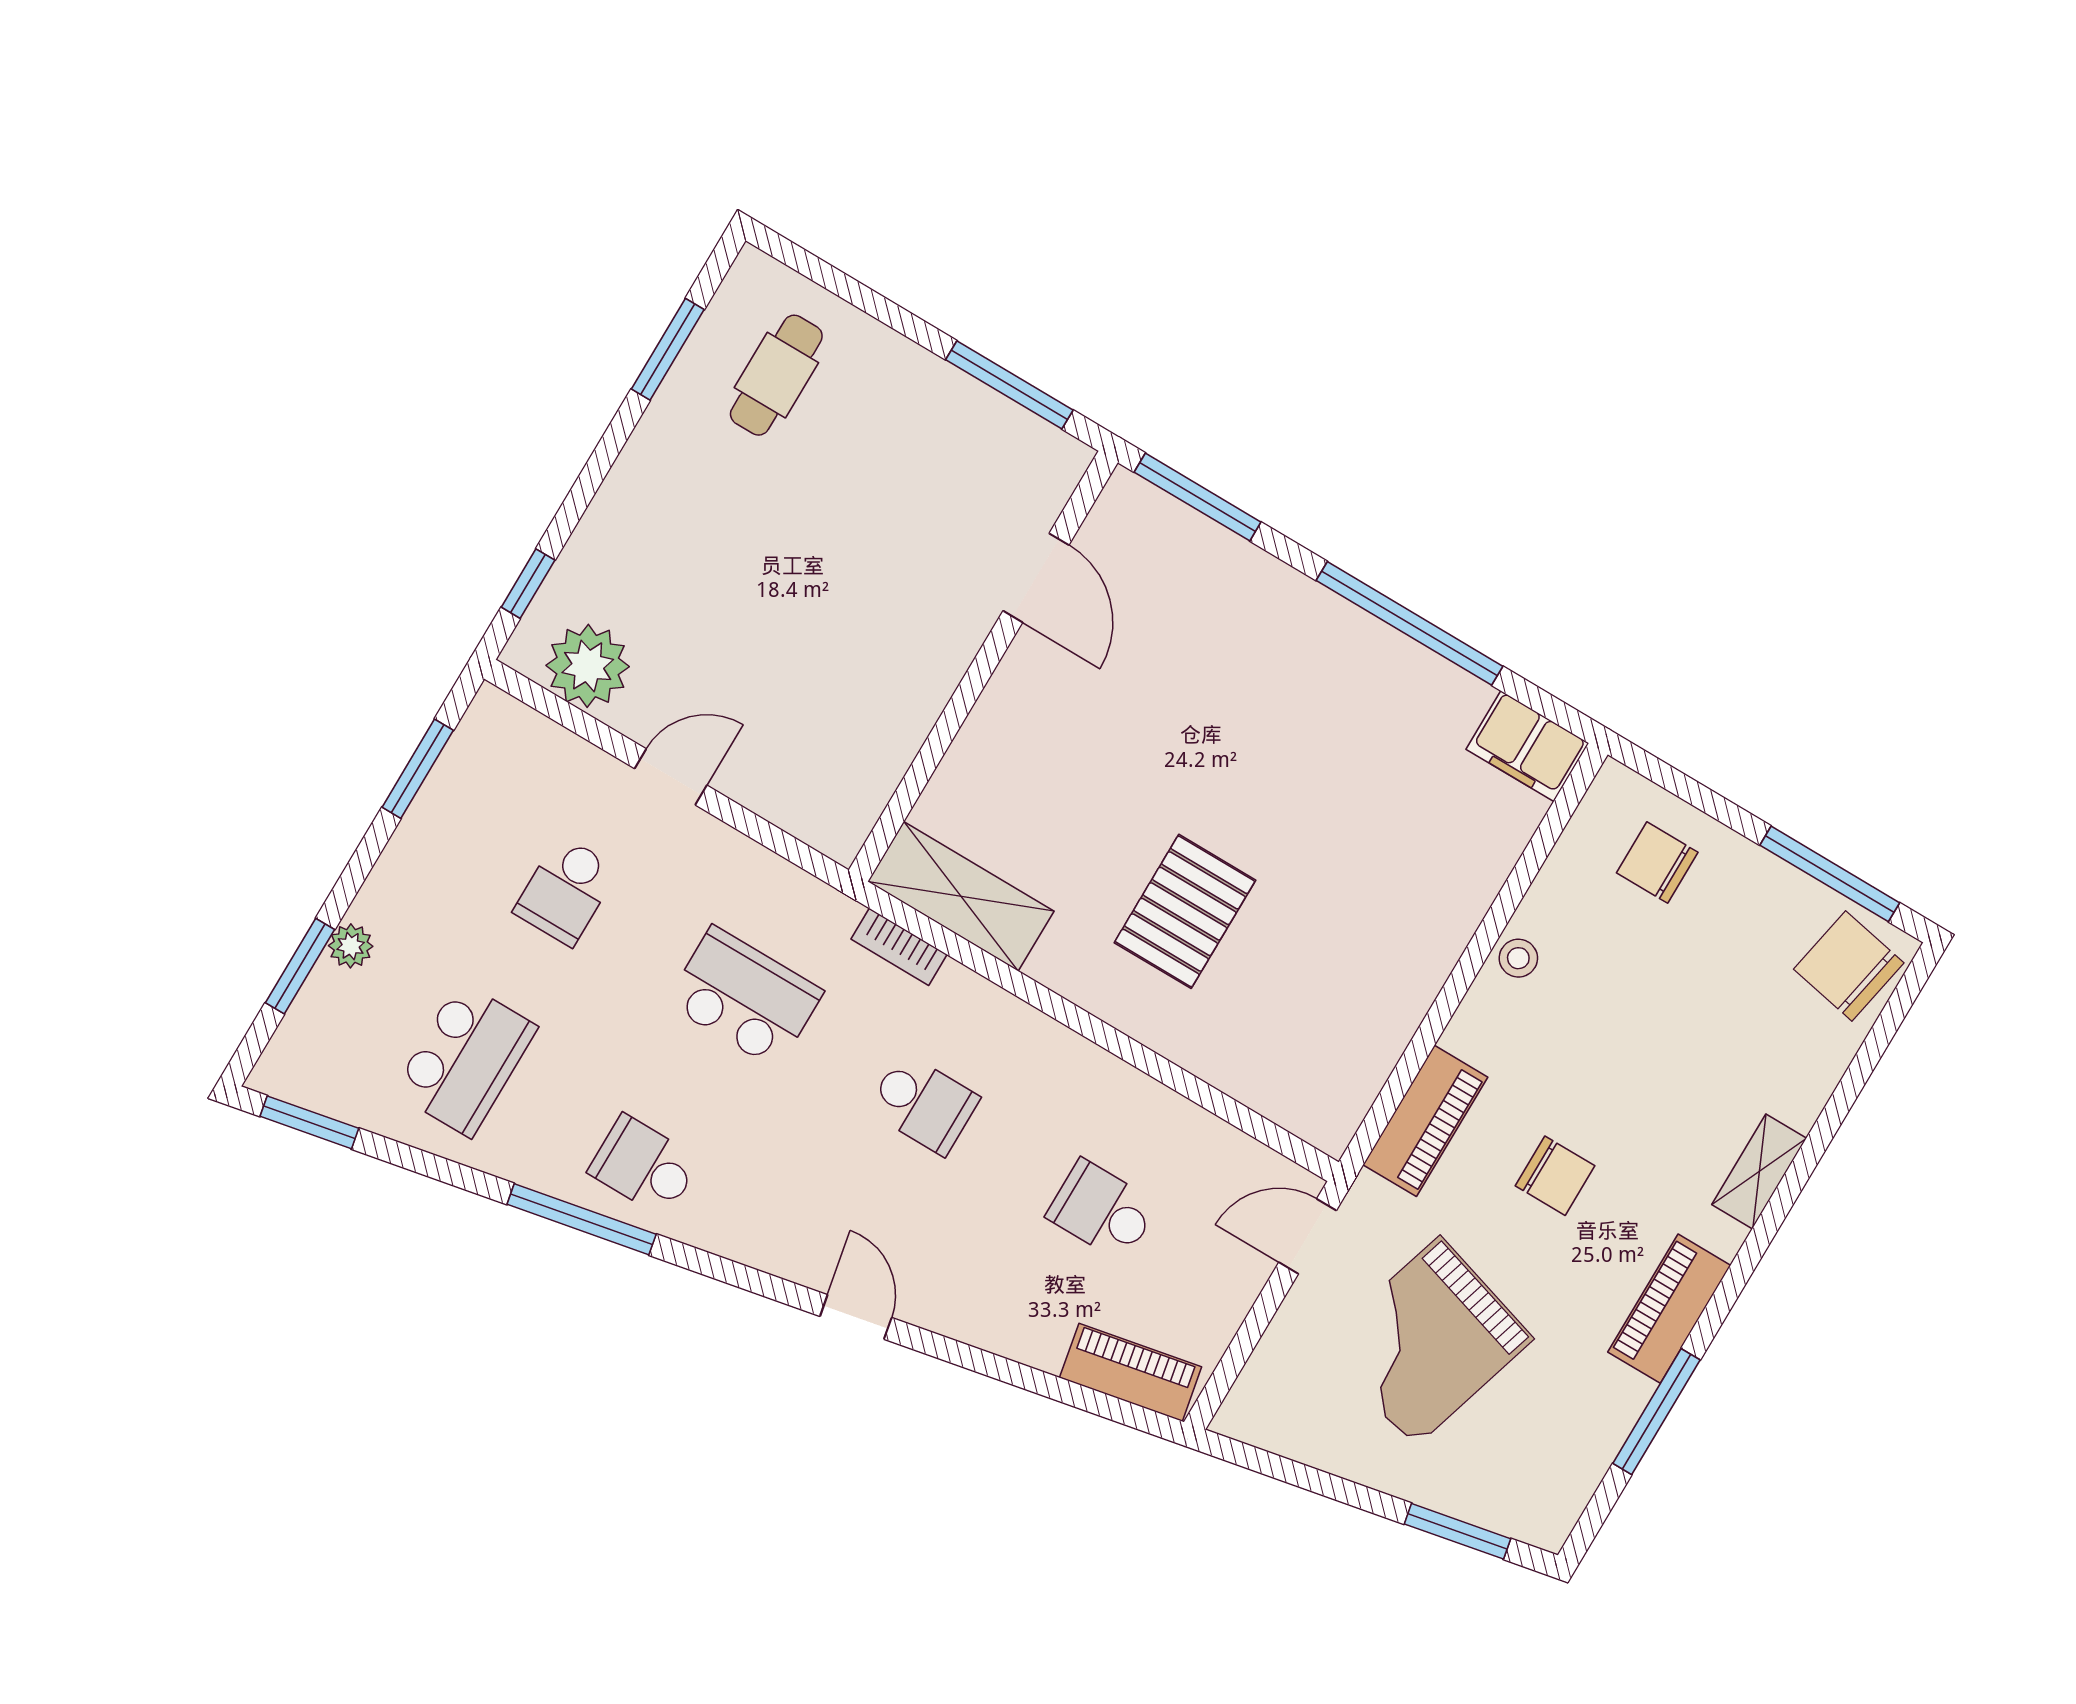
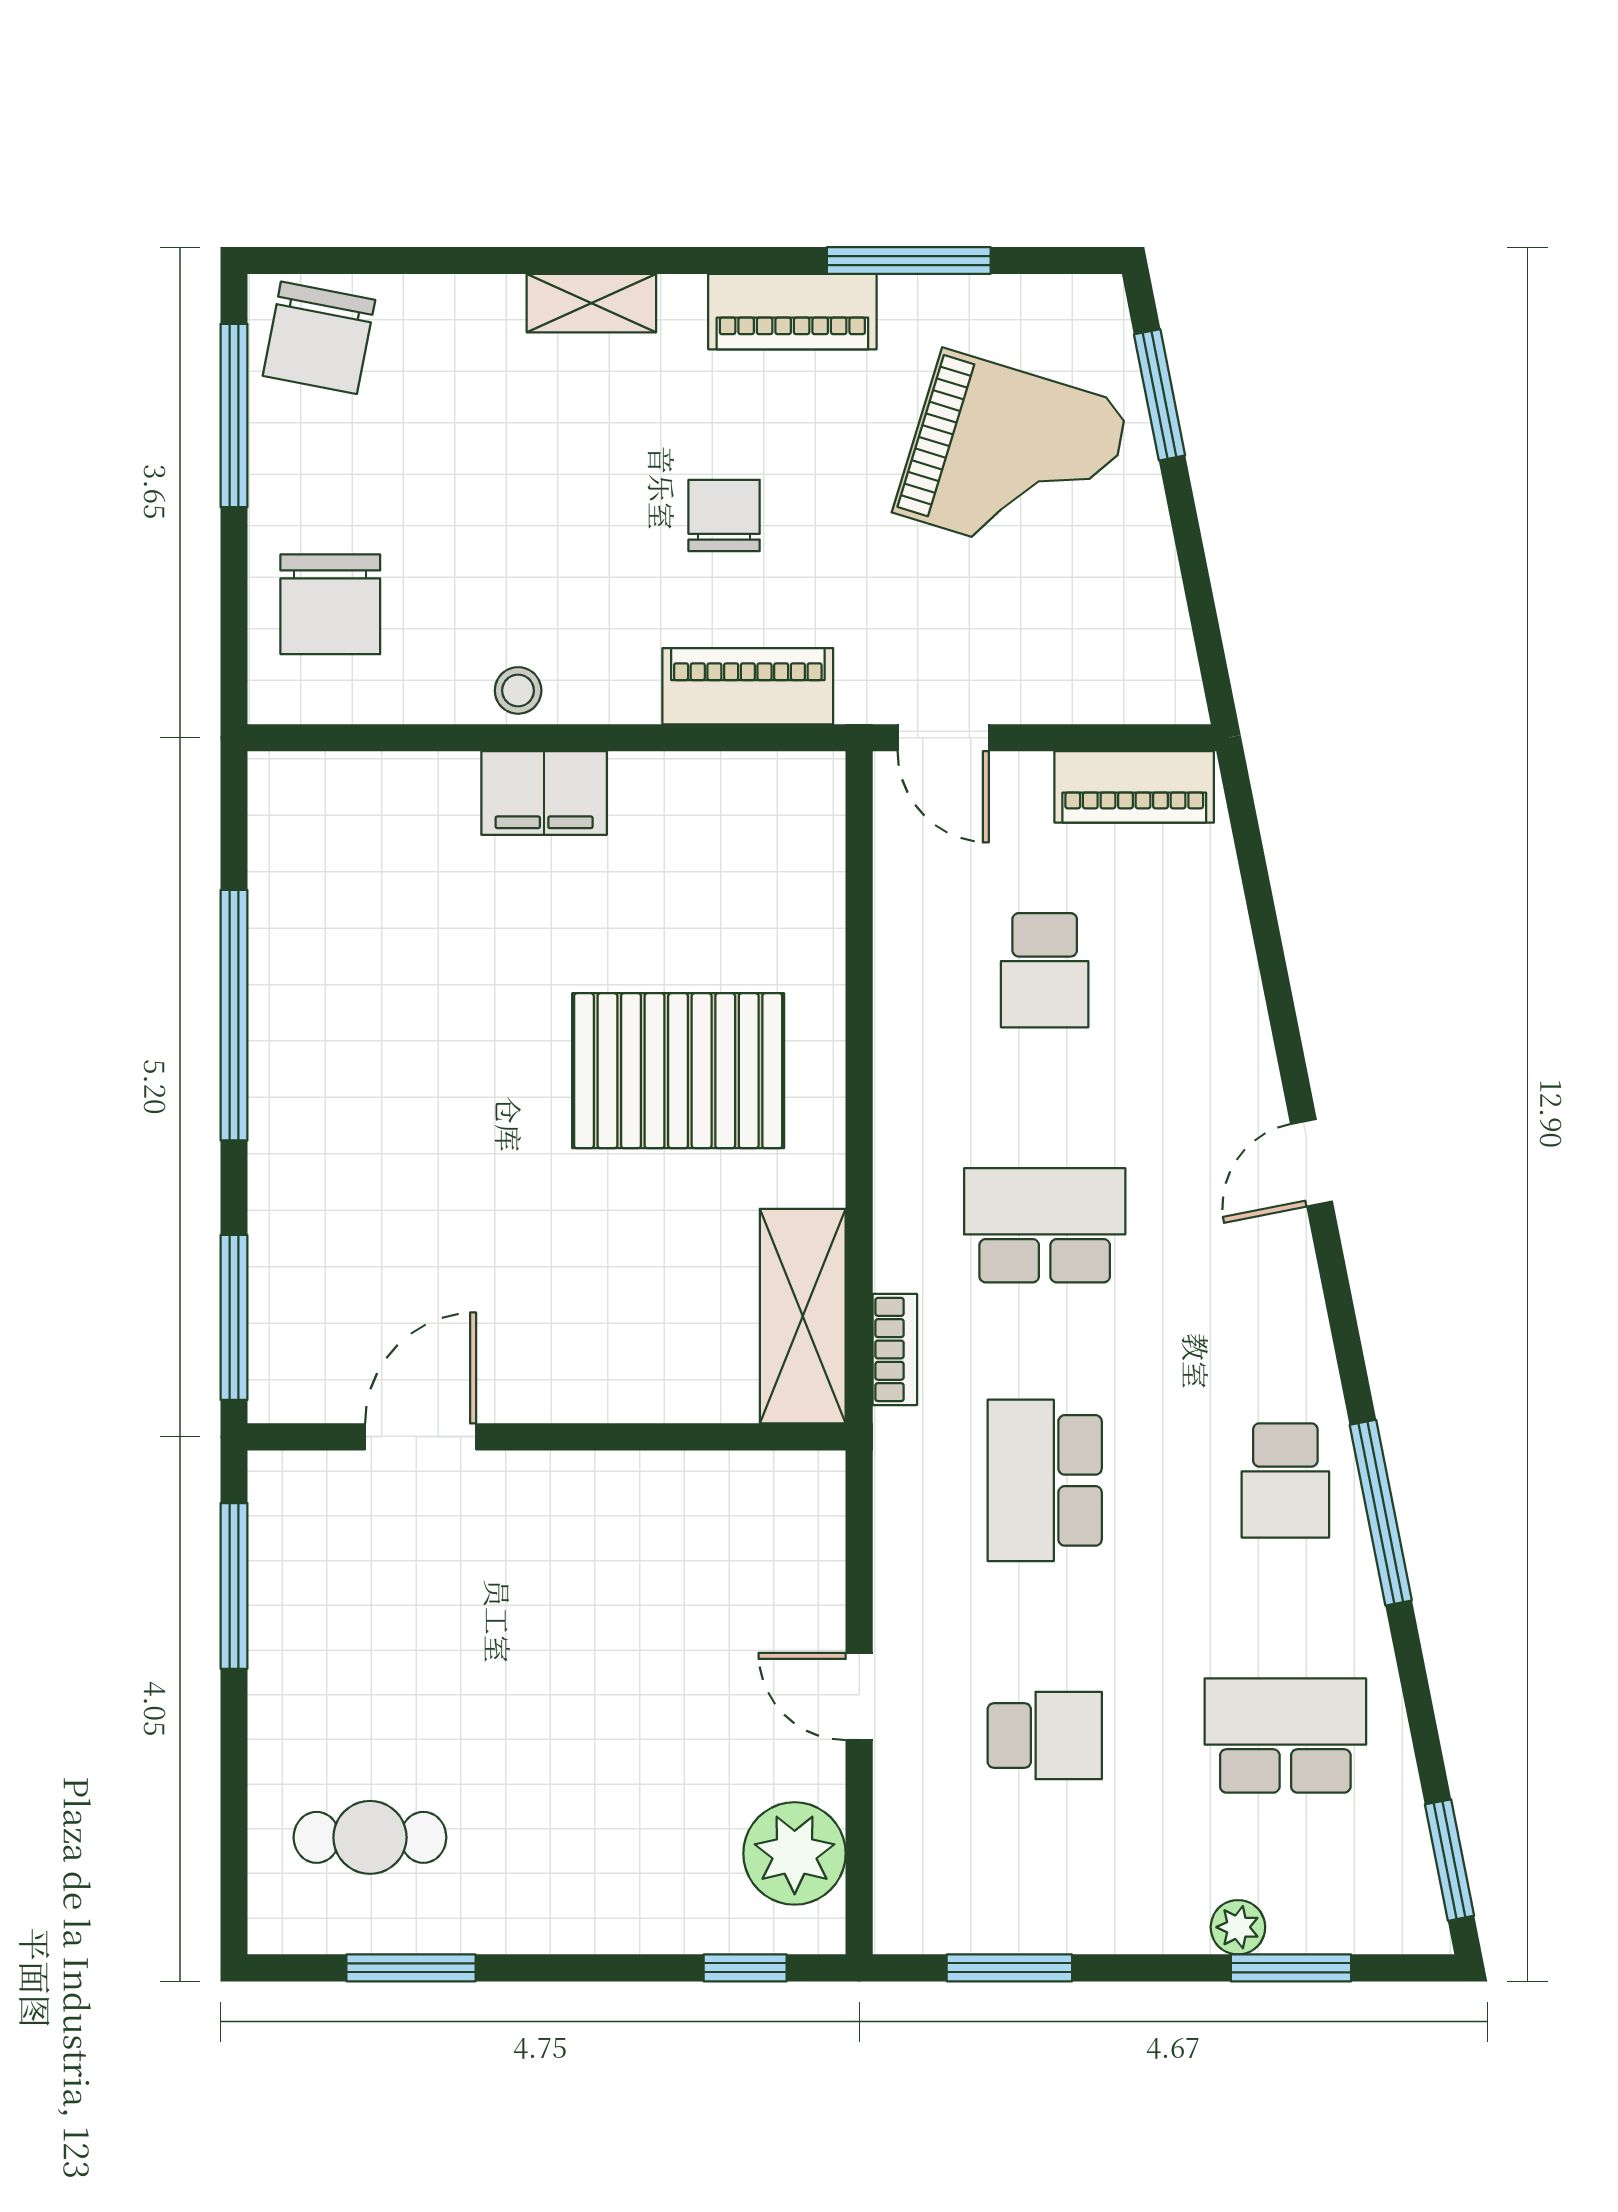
filing cabinet: (1527, 746) -> (544, 793), moved, turned 90
chair: (1657, 863) -> (330, 604), width x1.37, depth x1.37
pallet: (1185, 911) -> (678, 1071), width x1.37, depth x1.41
school desk: (923, 1104) -> (1045, 1225), width x1.85
grand piano: (1427, 1341) -> (1012, 459), moved
piano: (1131, 1372) -> (1134, 787), moved, turned -79

